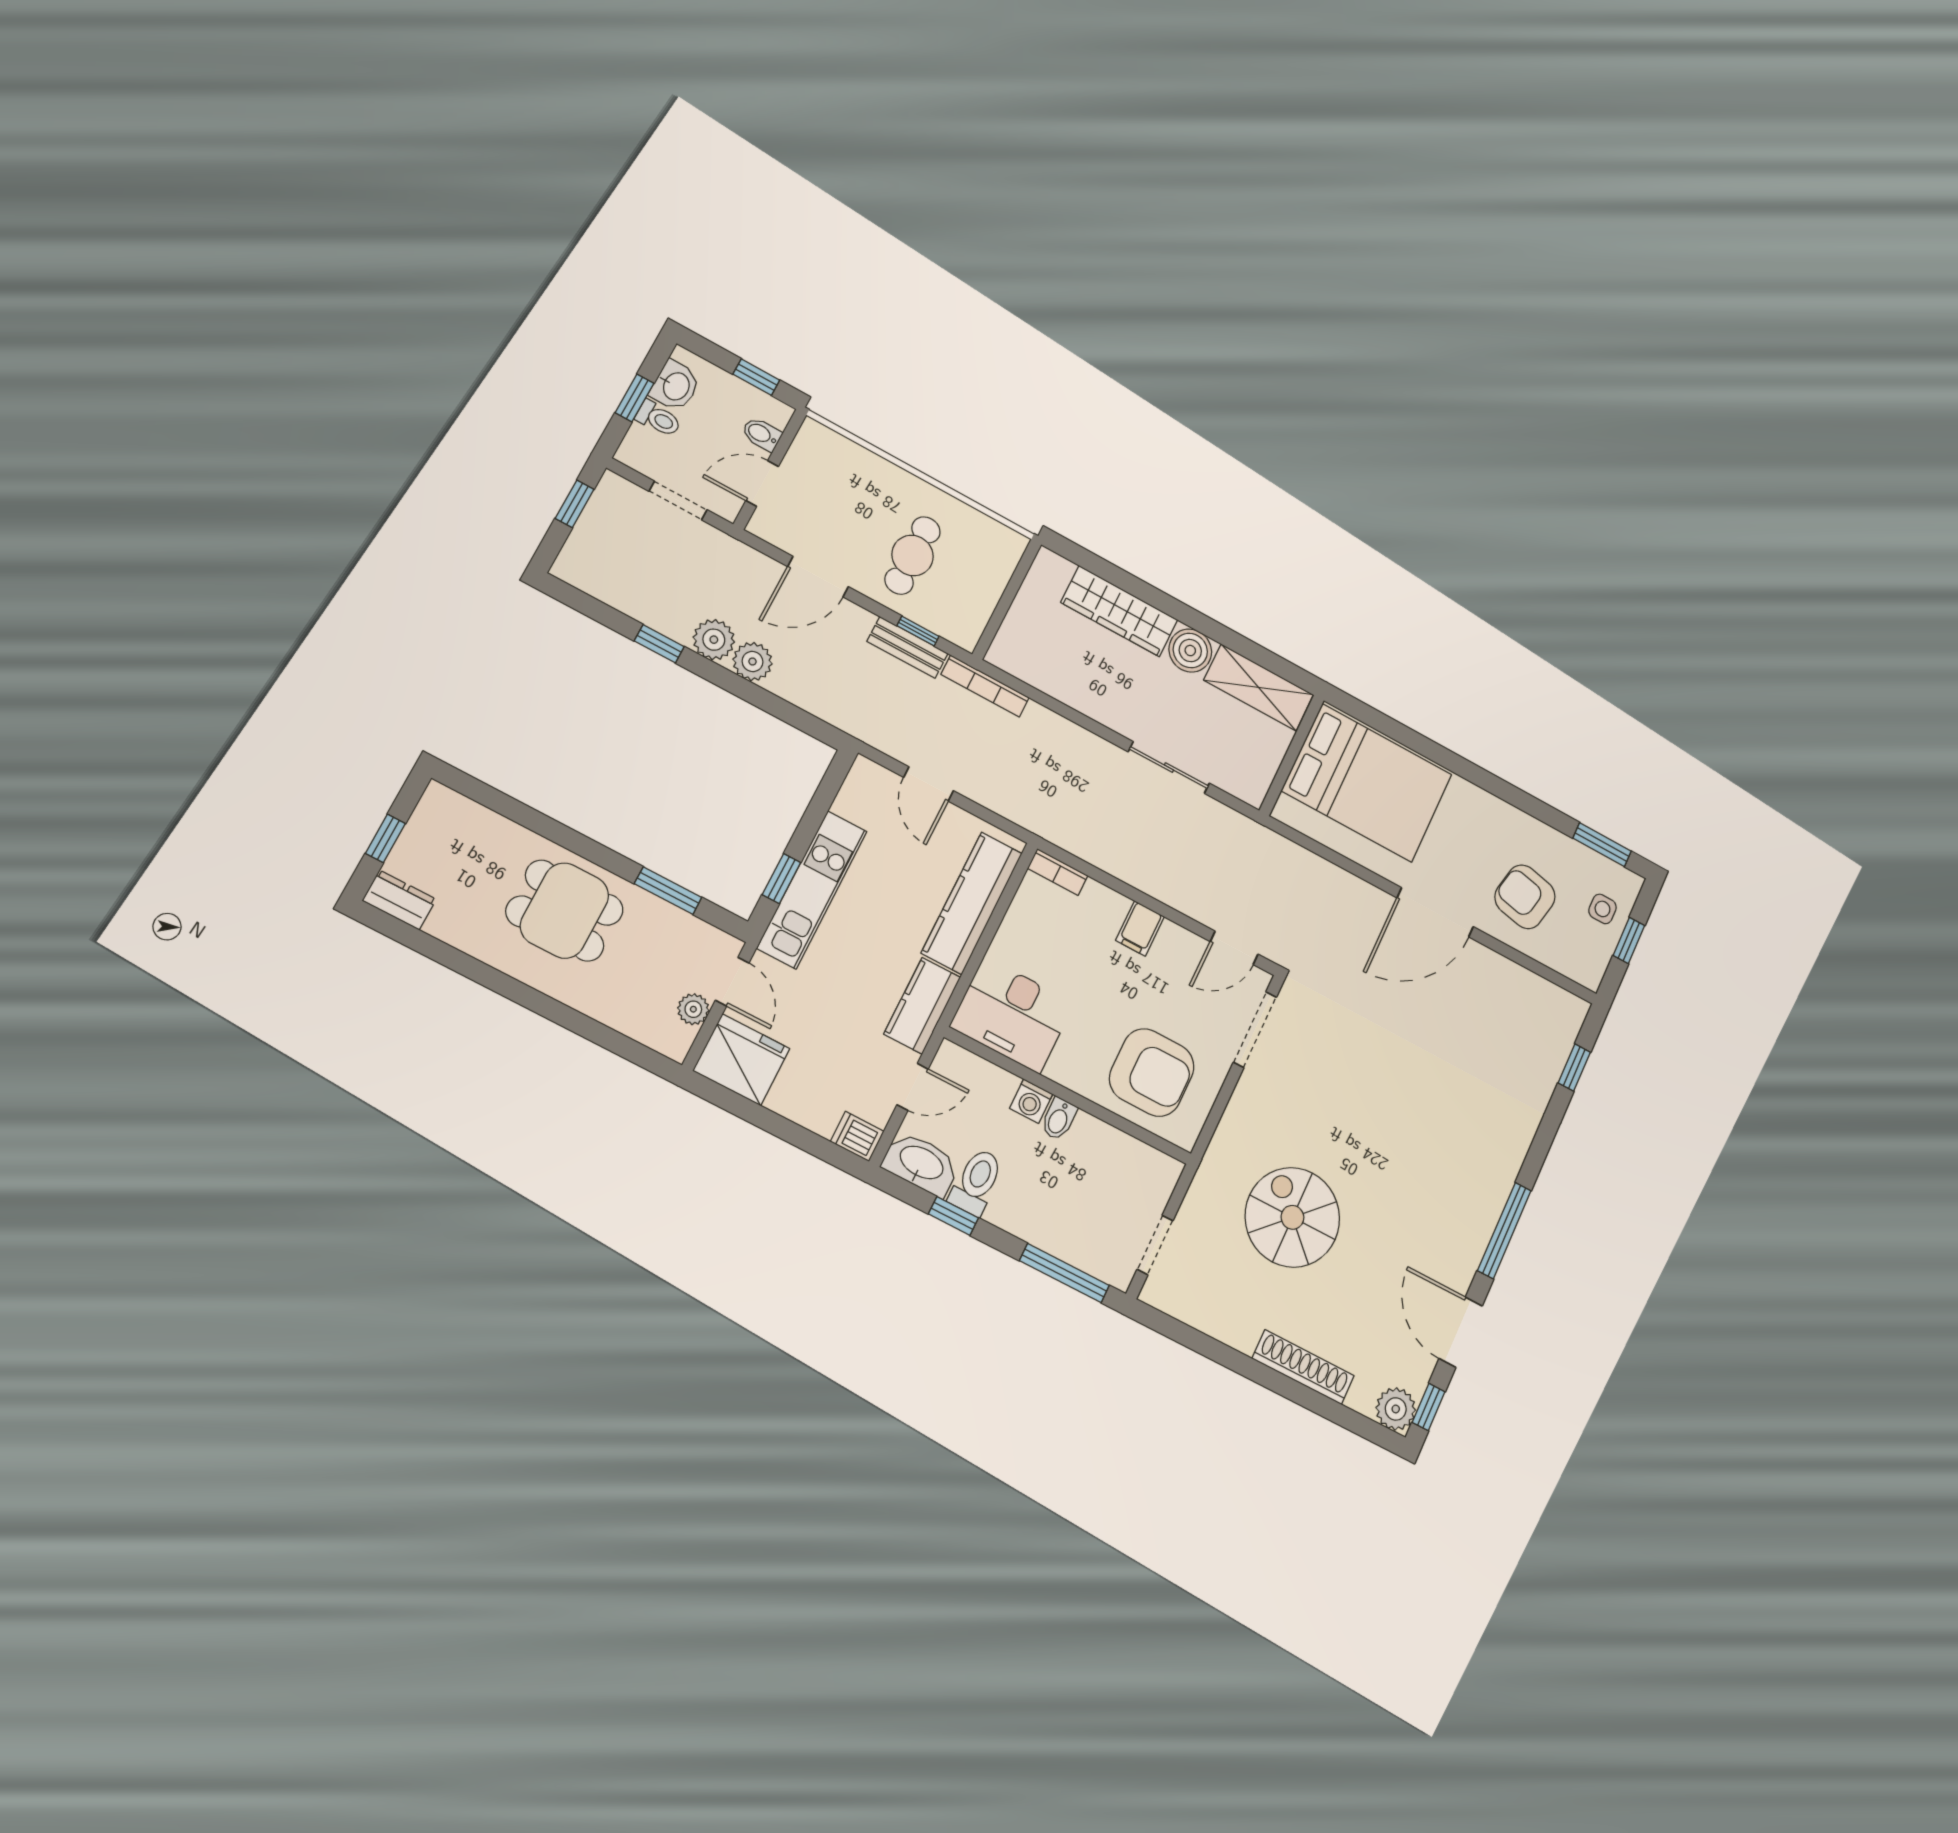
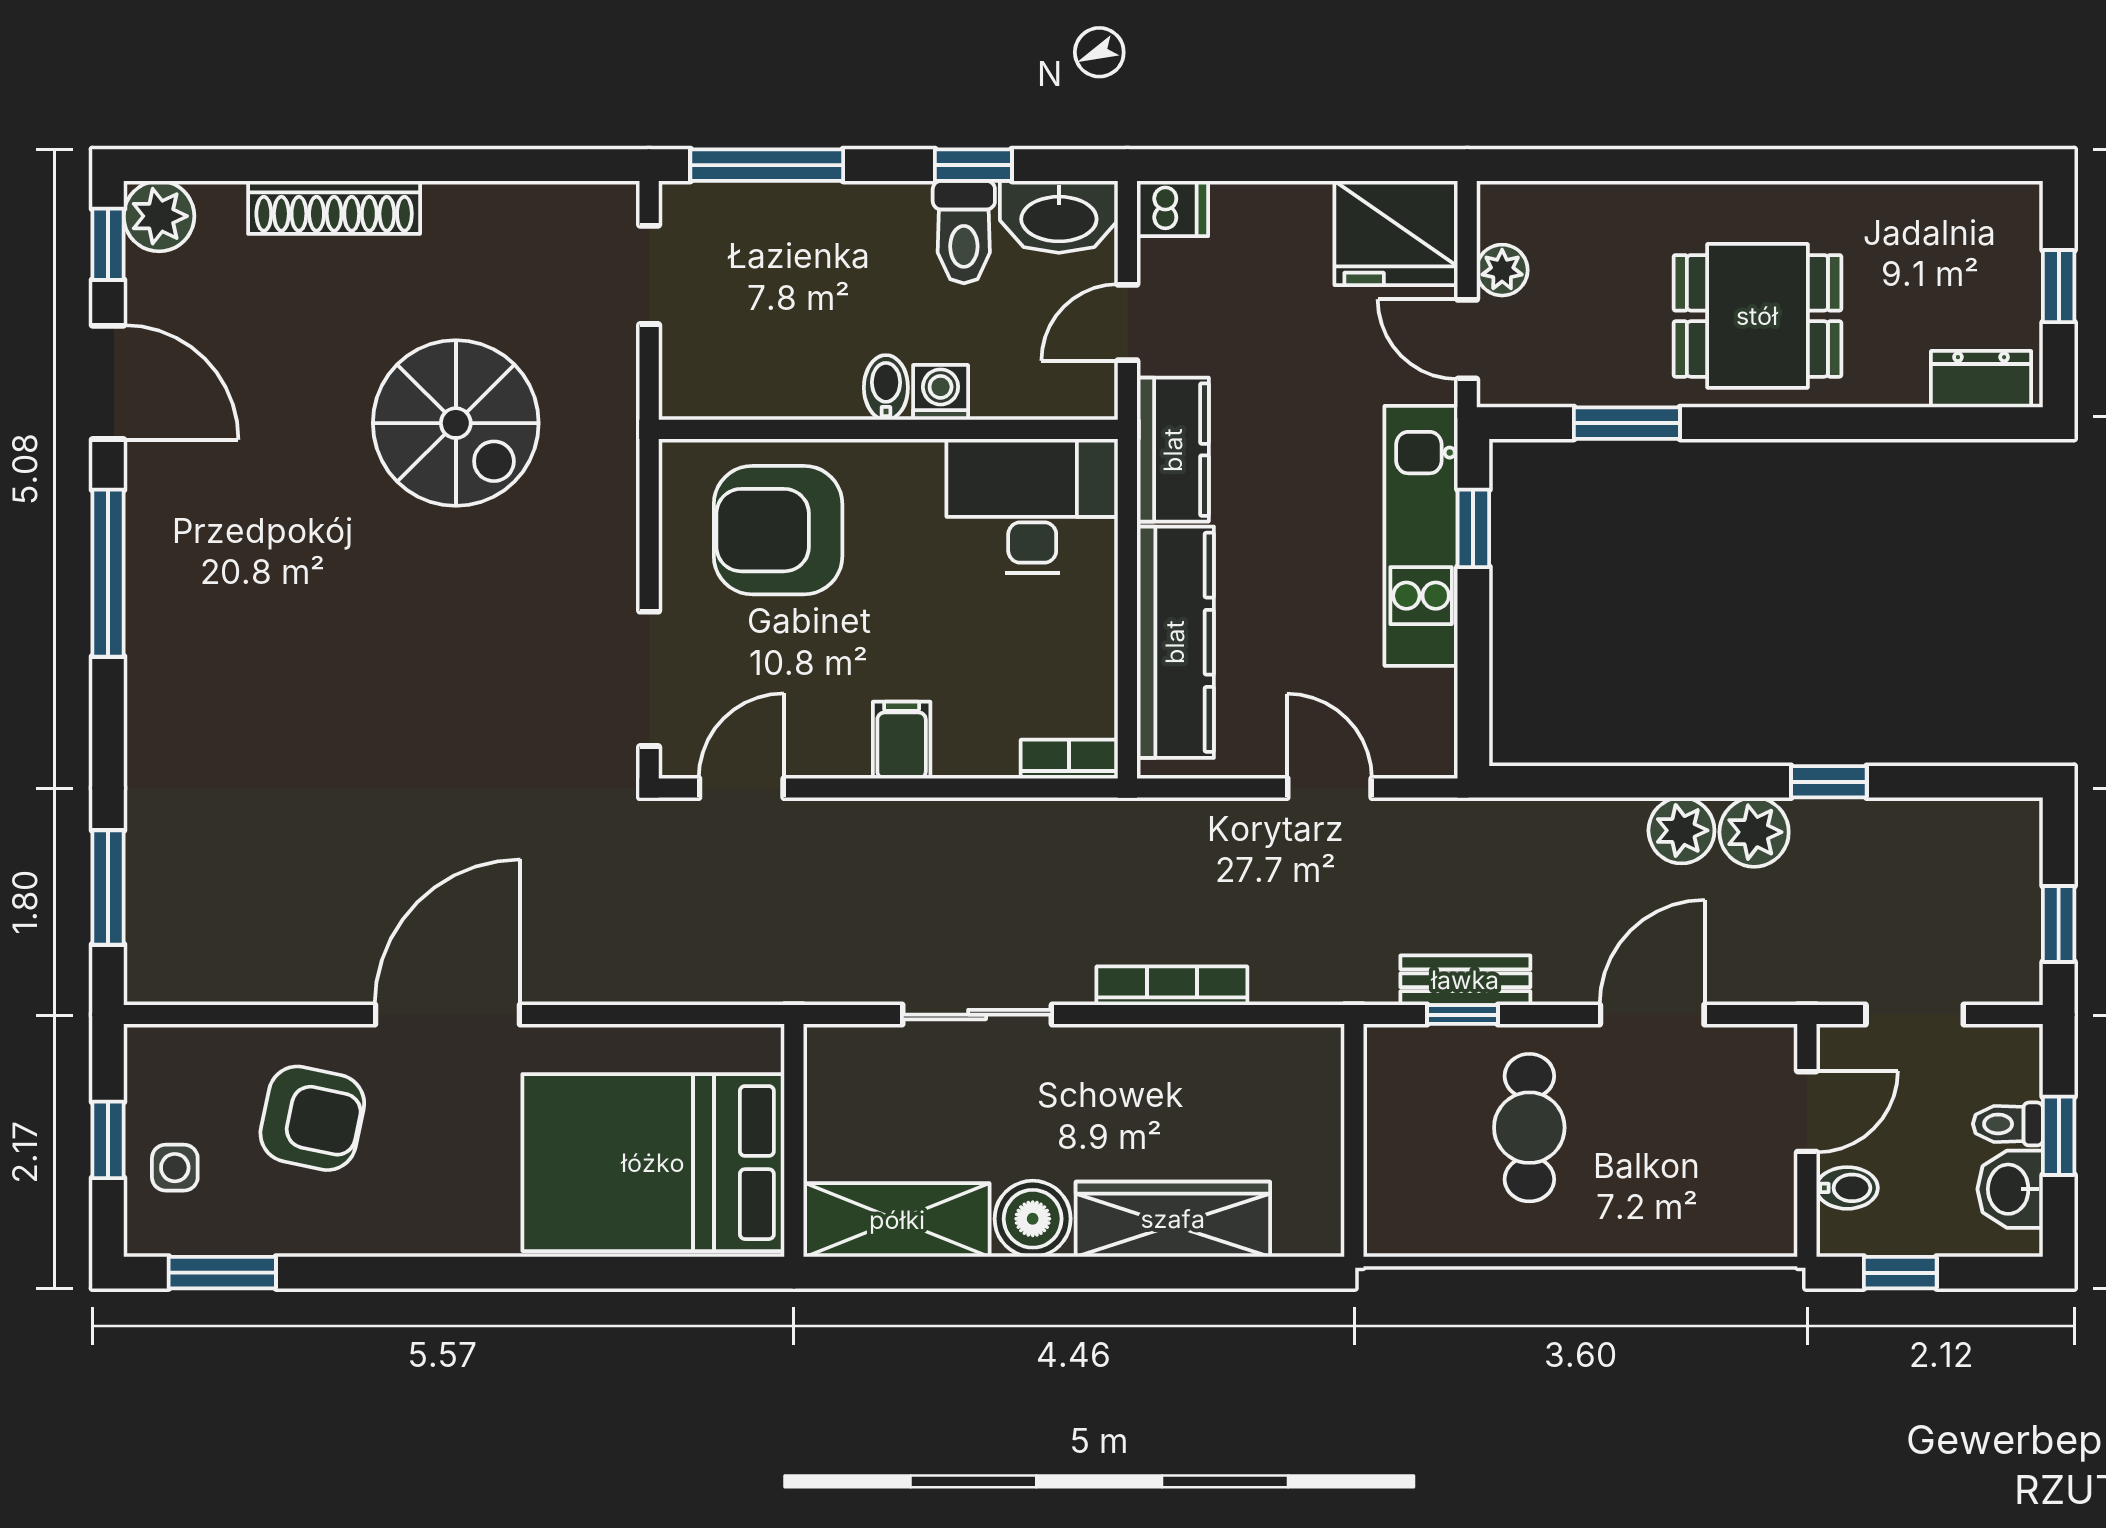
bookcase: (985, 686) -> (1172, 986), moved
dresser: (399, 900) -> (1981, 379), moved, turned 180
window: (1574, 1067) -> (108, 887), width x1.50

